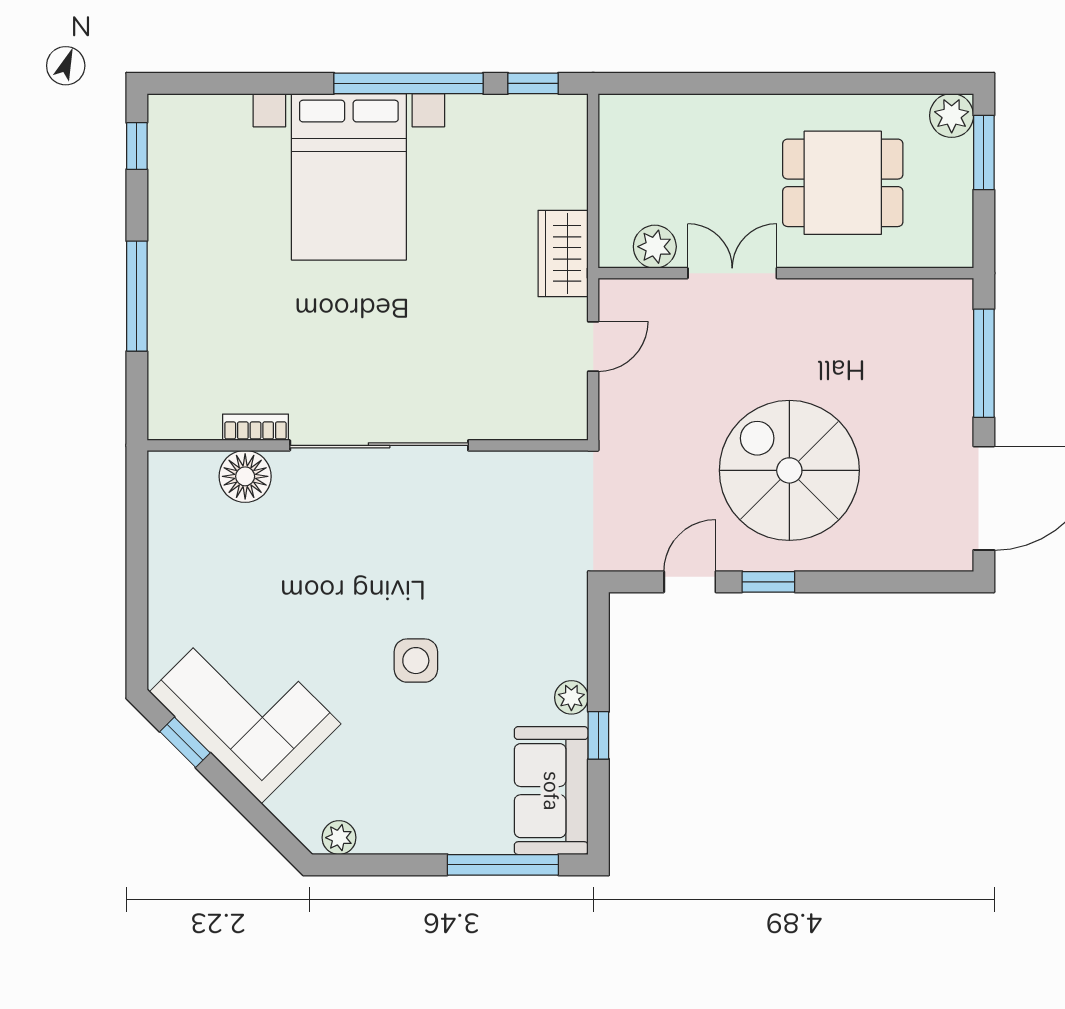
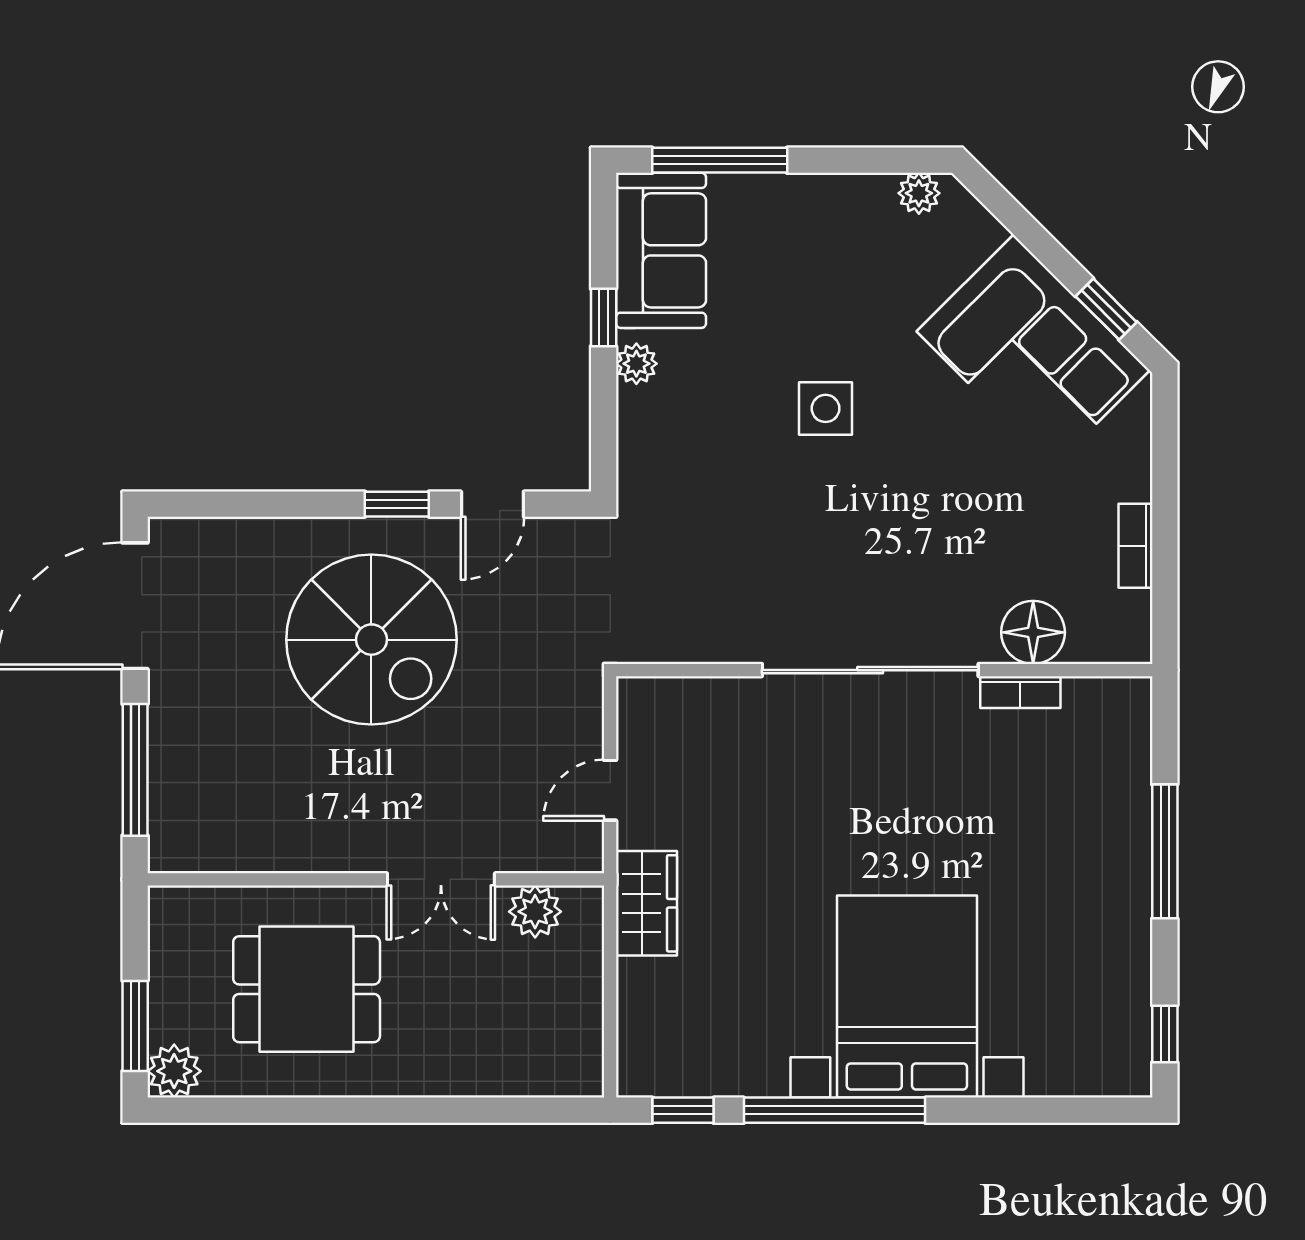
bookcase: (161, 548) -> (1136, 546), added

